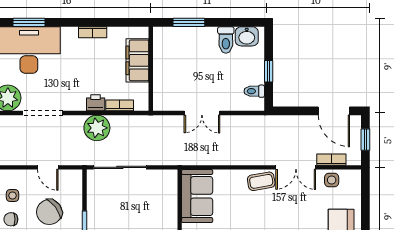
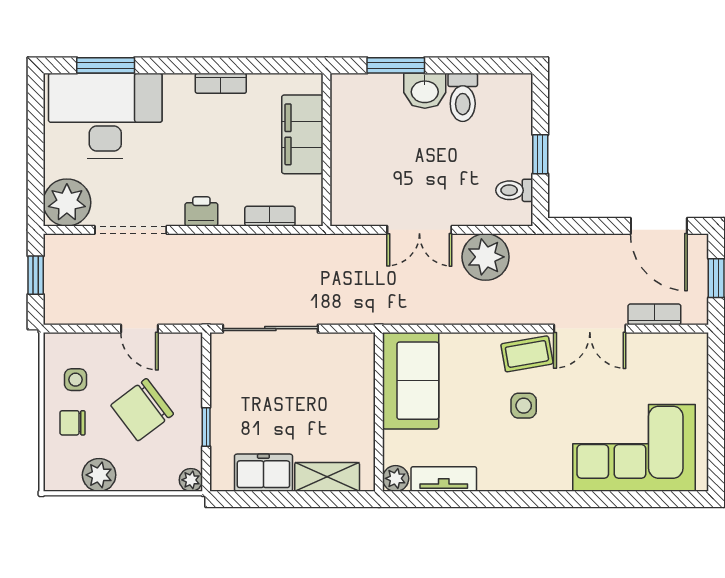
washbasin: (247, 36) -> (425, 91), moved
printer: (96, 103) -> (201, 211), moved
plant: (97, 128) -> (486, 257), moved
side table: (332, 180) -> (524, 406), moved

